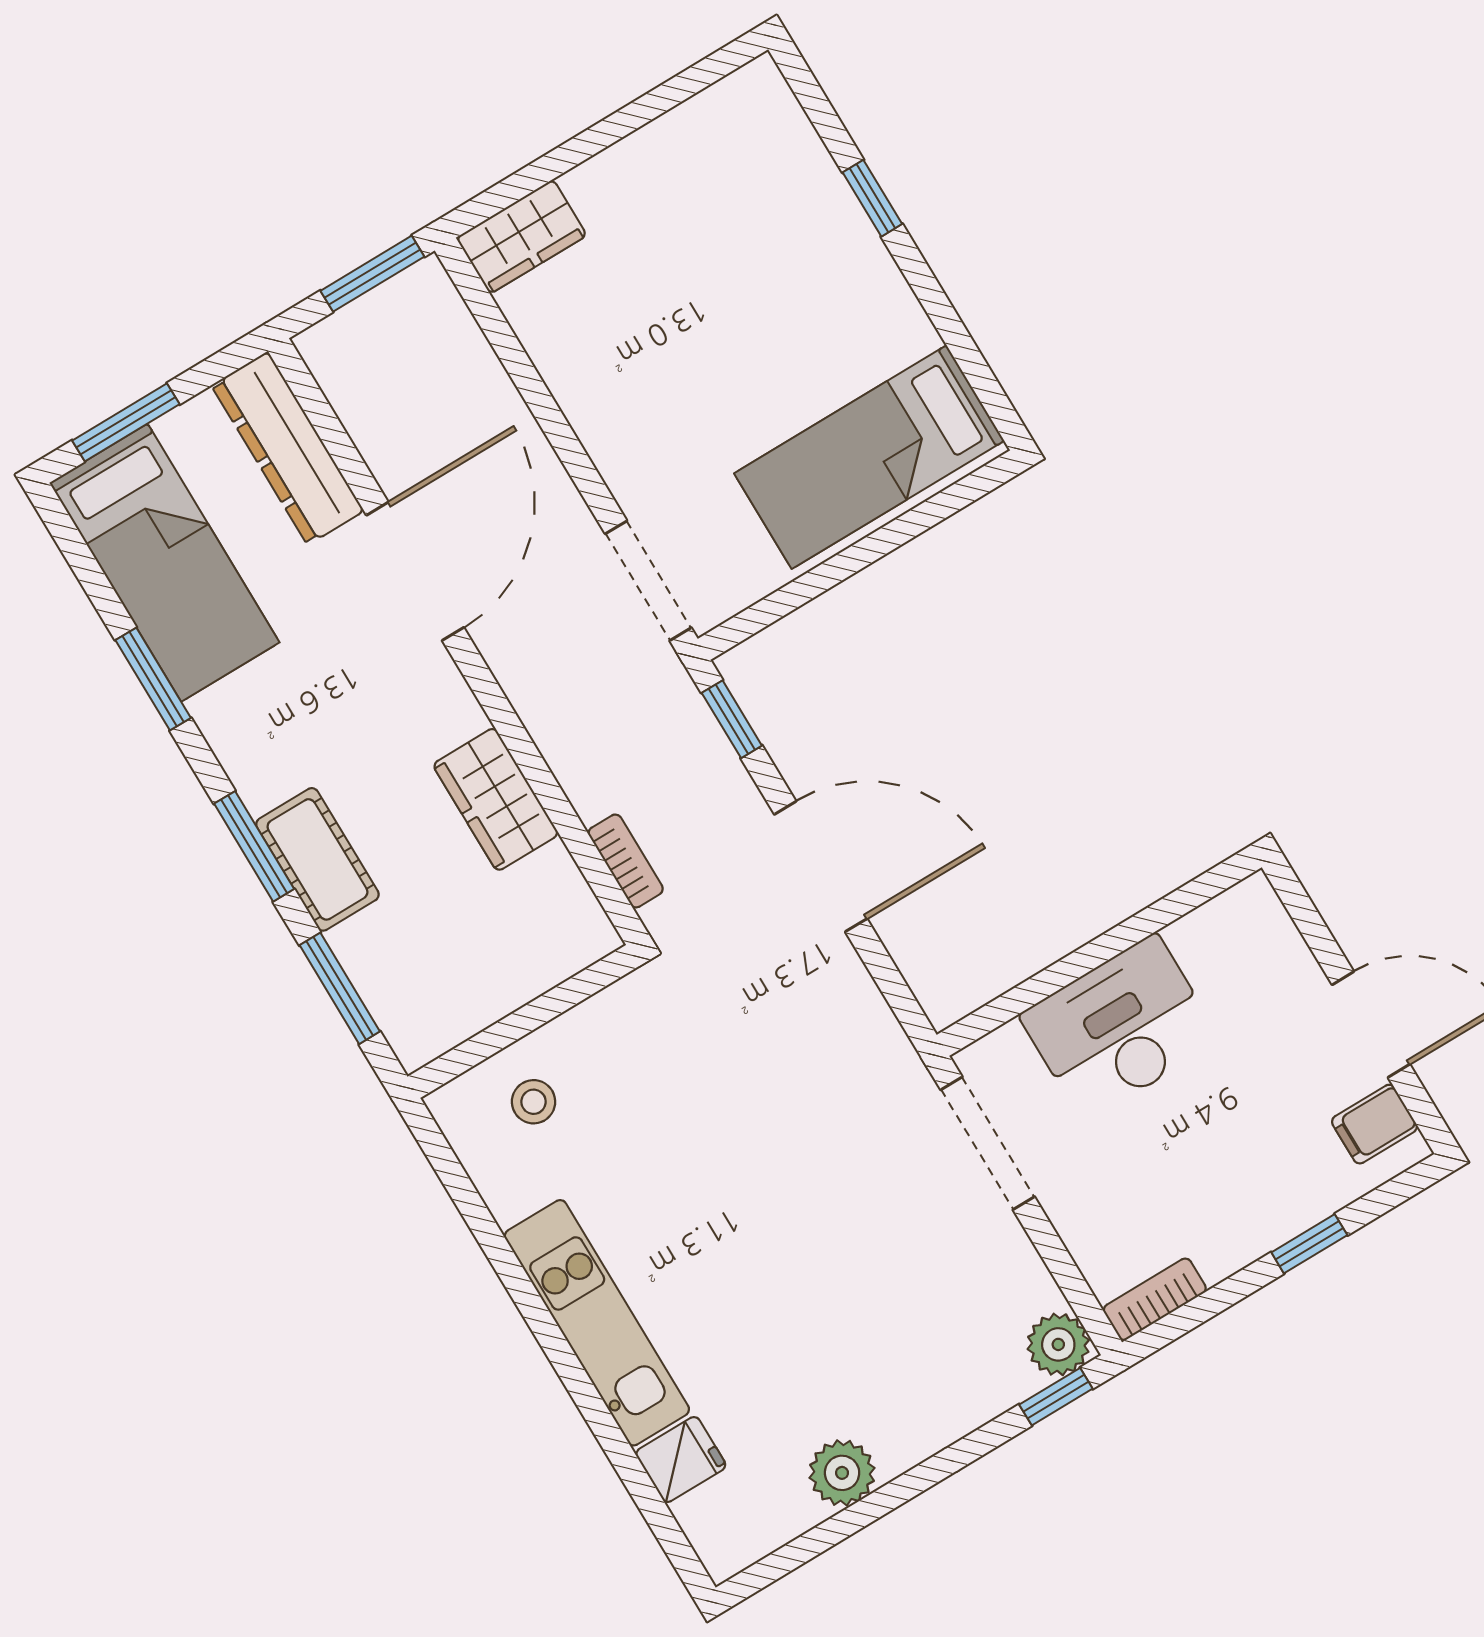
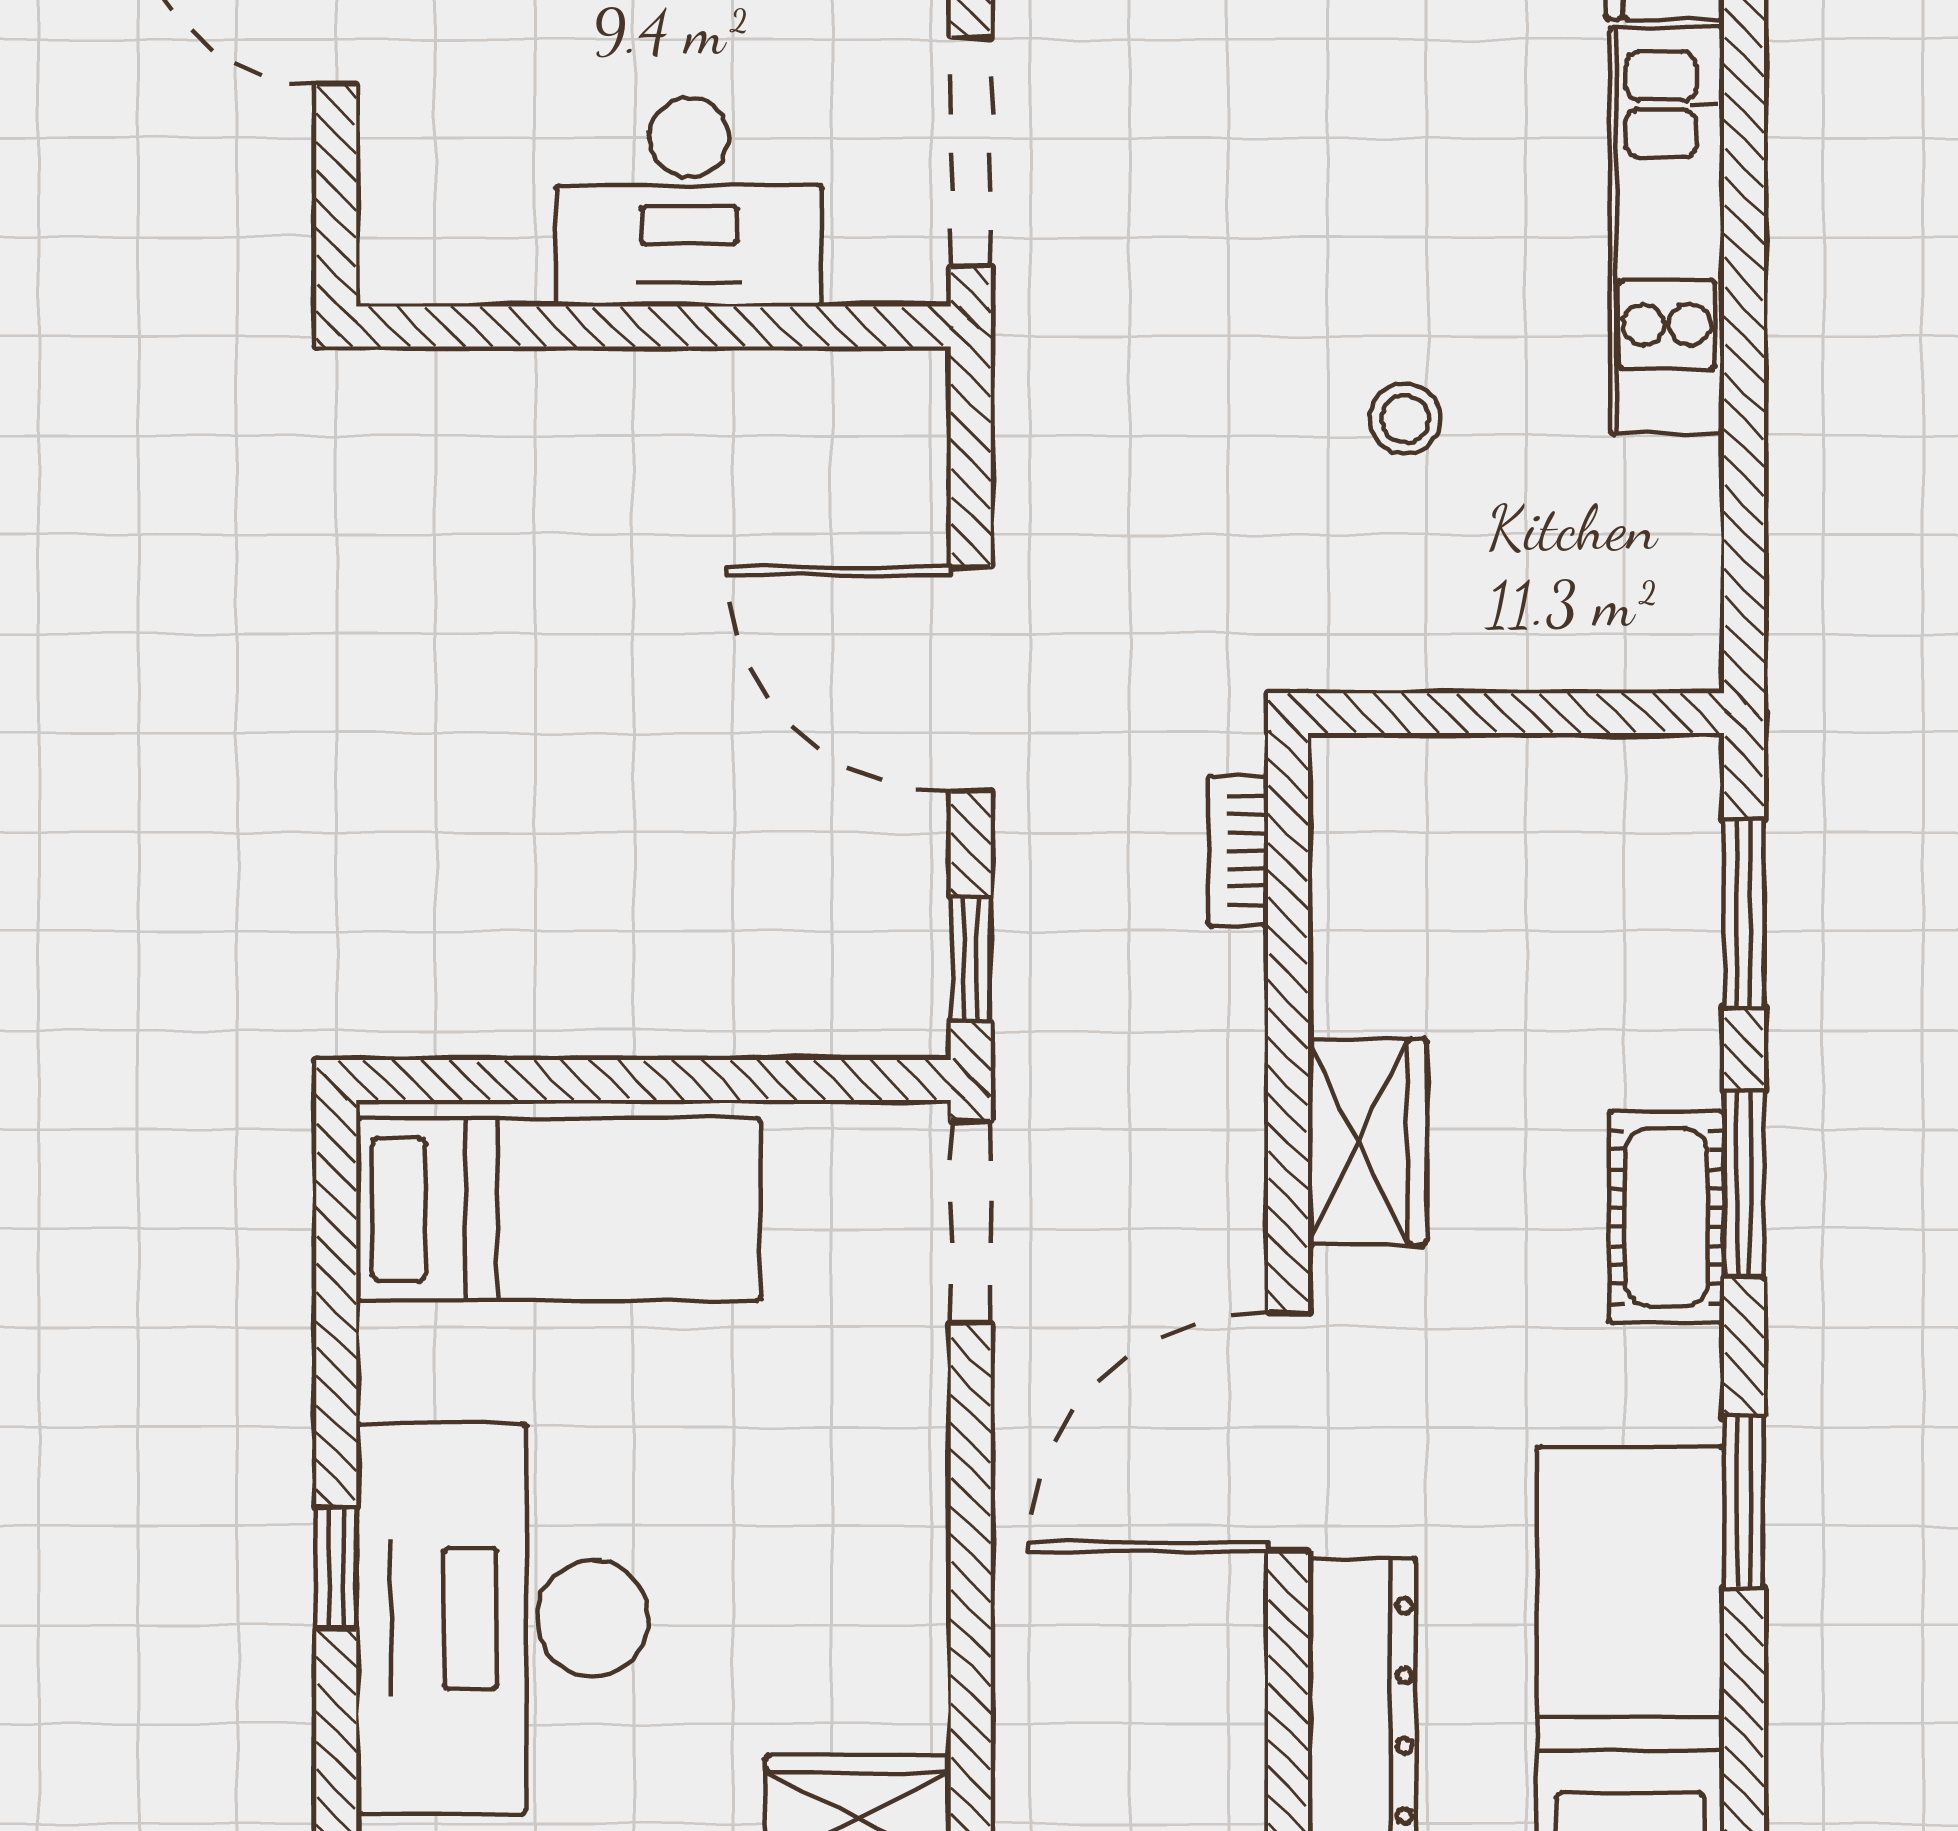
desk: (769, 224) -> (502, 1618), added
wardrobe: (496, 799) -> (1367, 1142), moved
cot: (317, 859) -> (1667, 1217), moved
stool: (534, 1102) -> (1405, 419), moved

